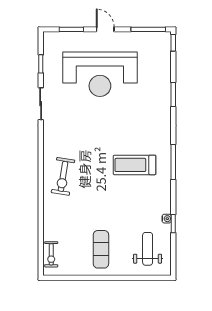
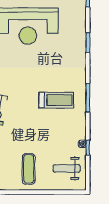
treadmill: (135, 165) -> (56, 100), turned 180
weight bench: (148, 249) -> (67, 168), turned -90

